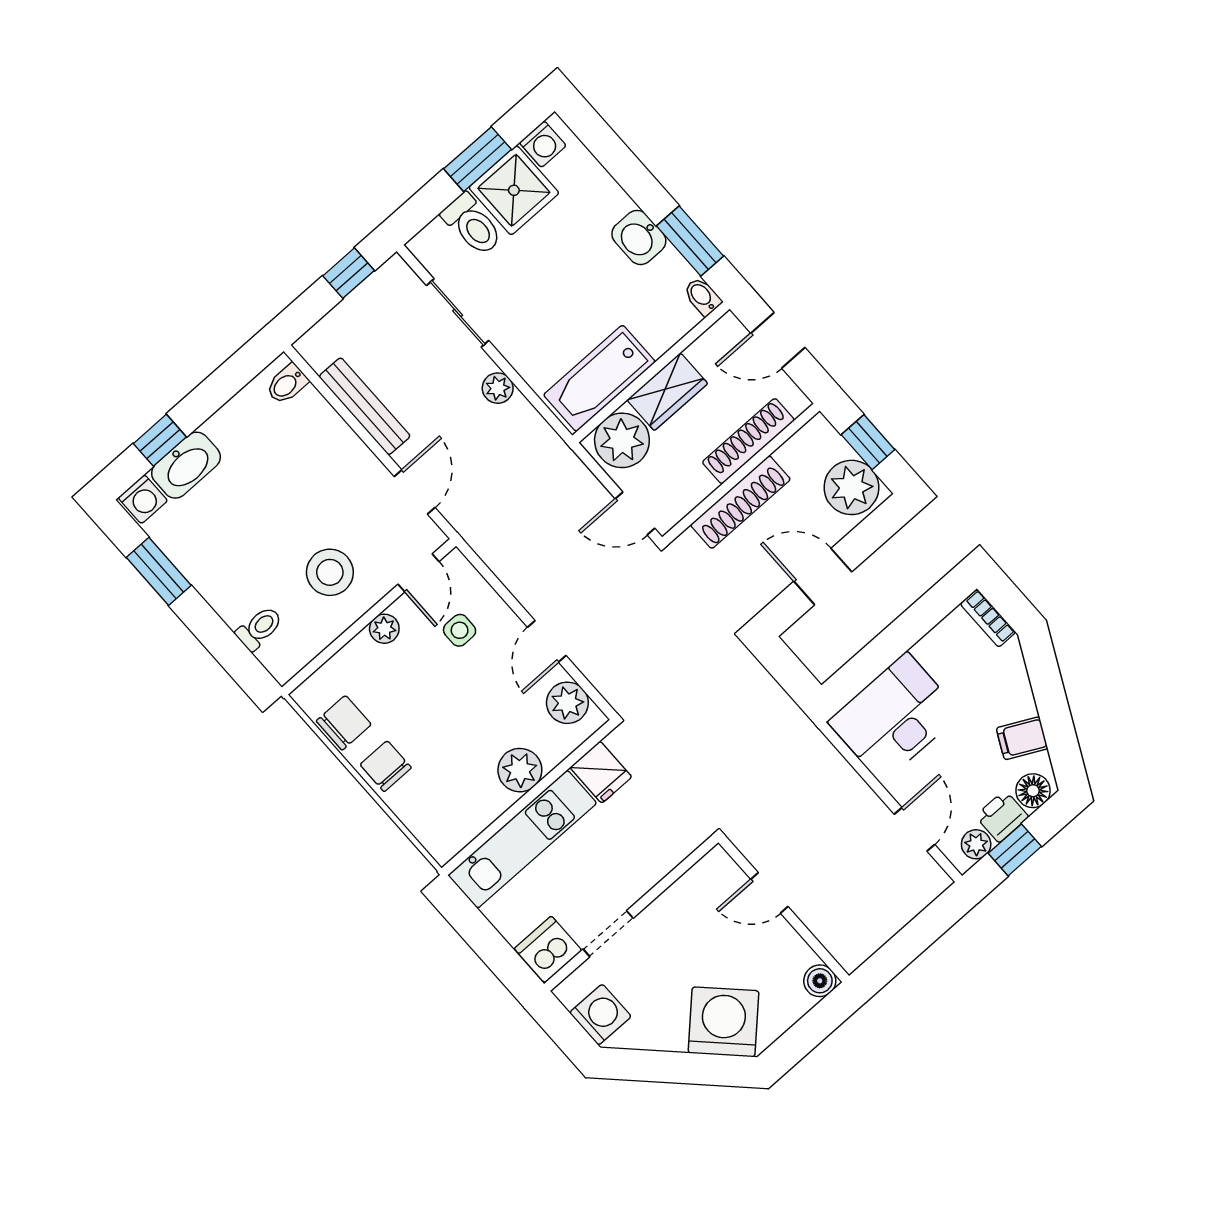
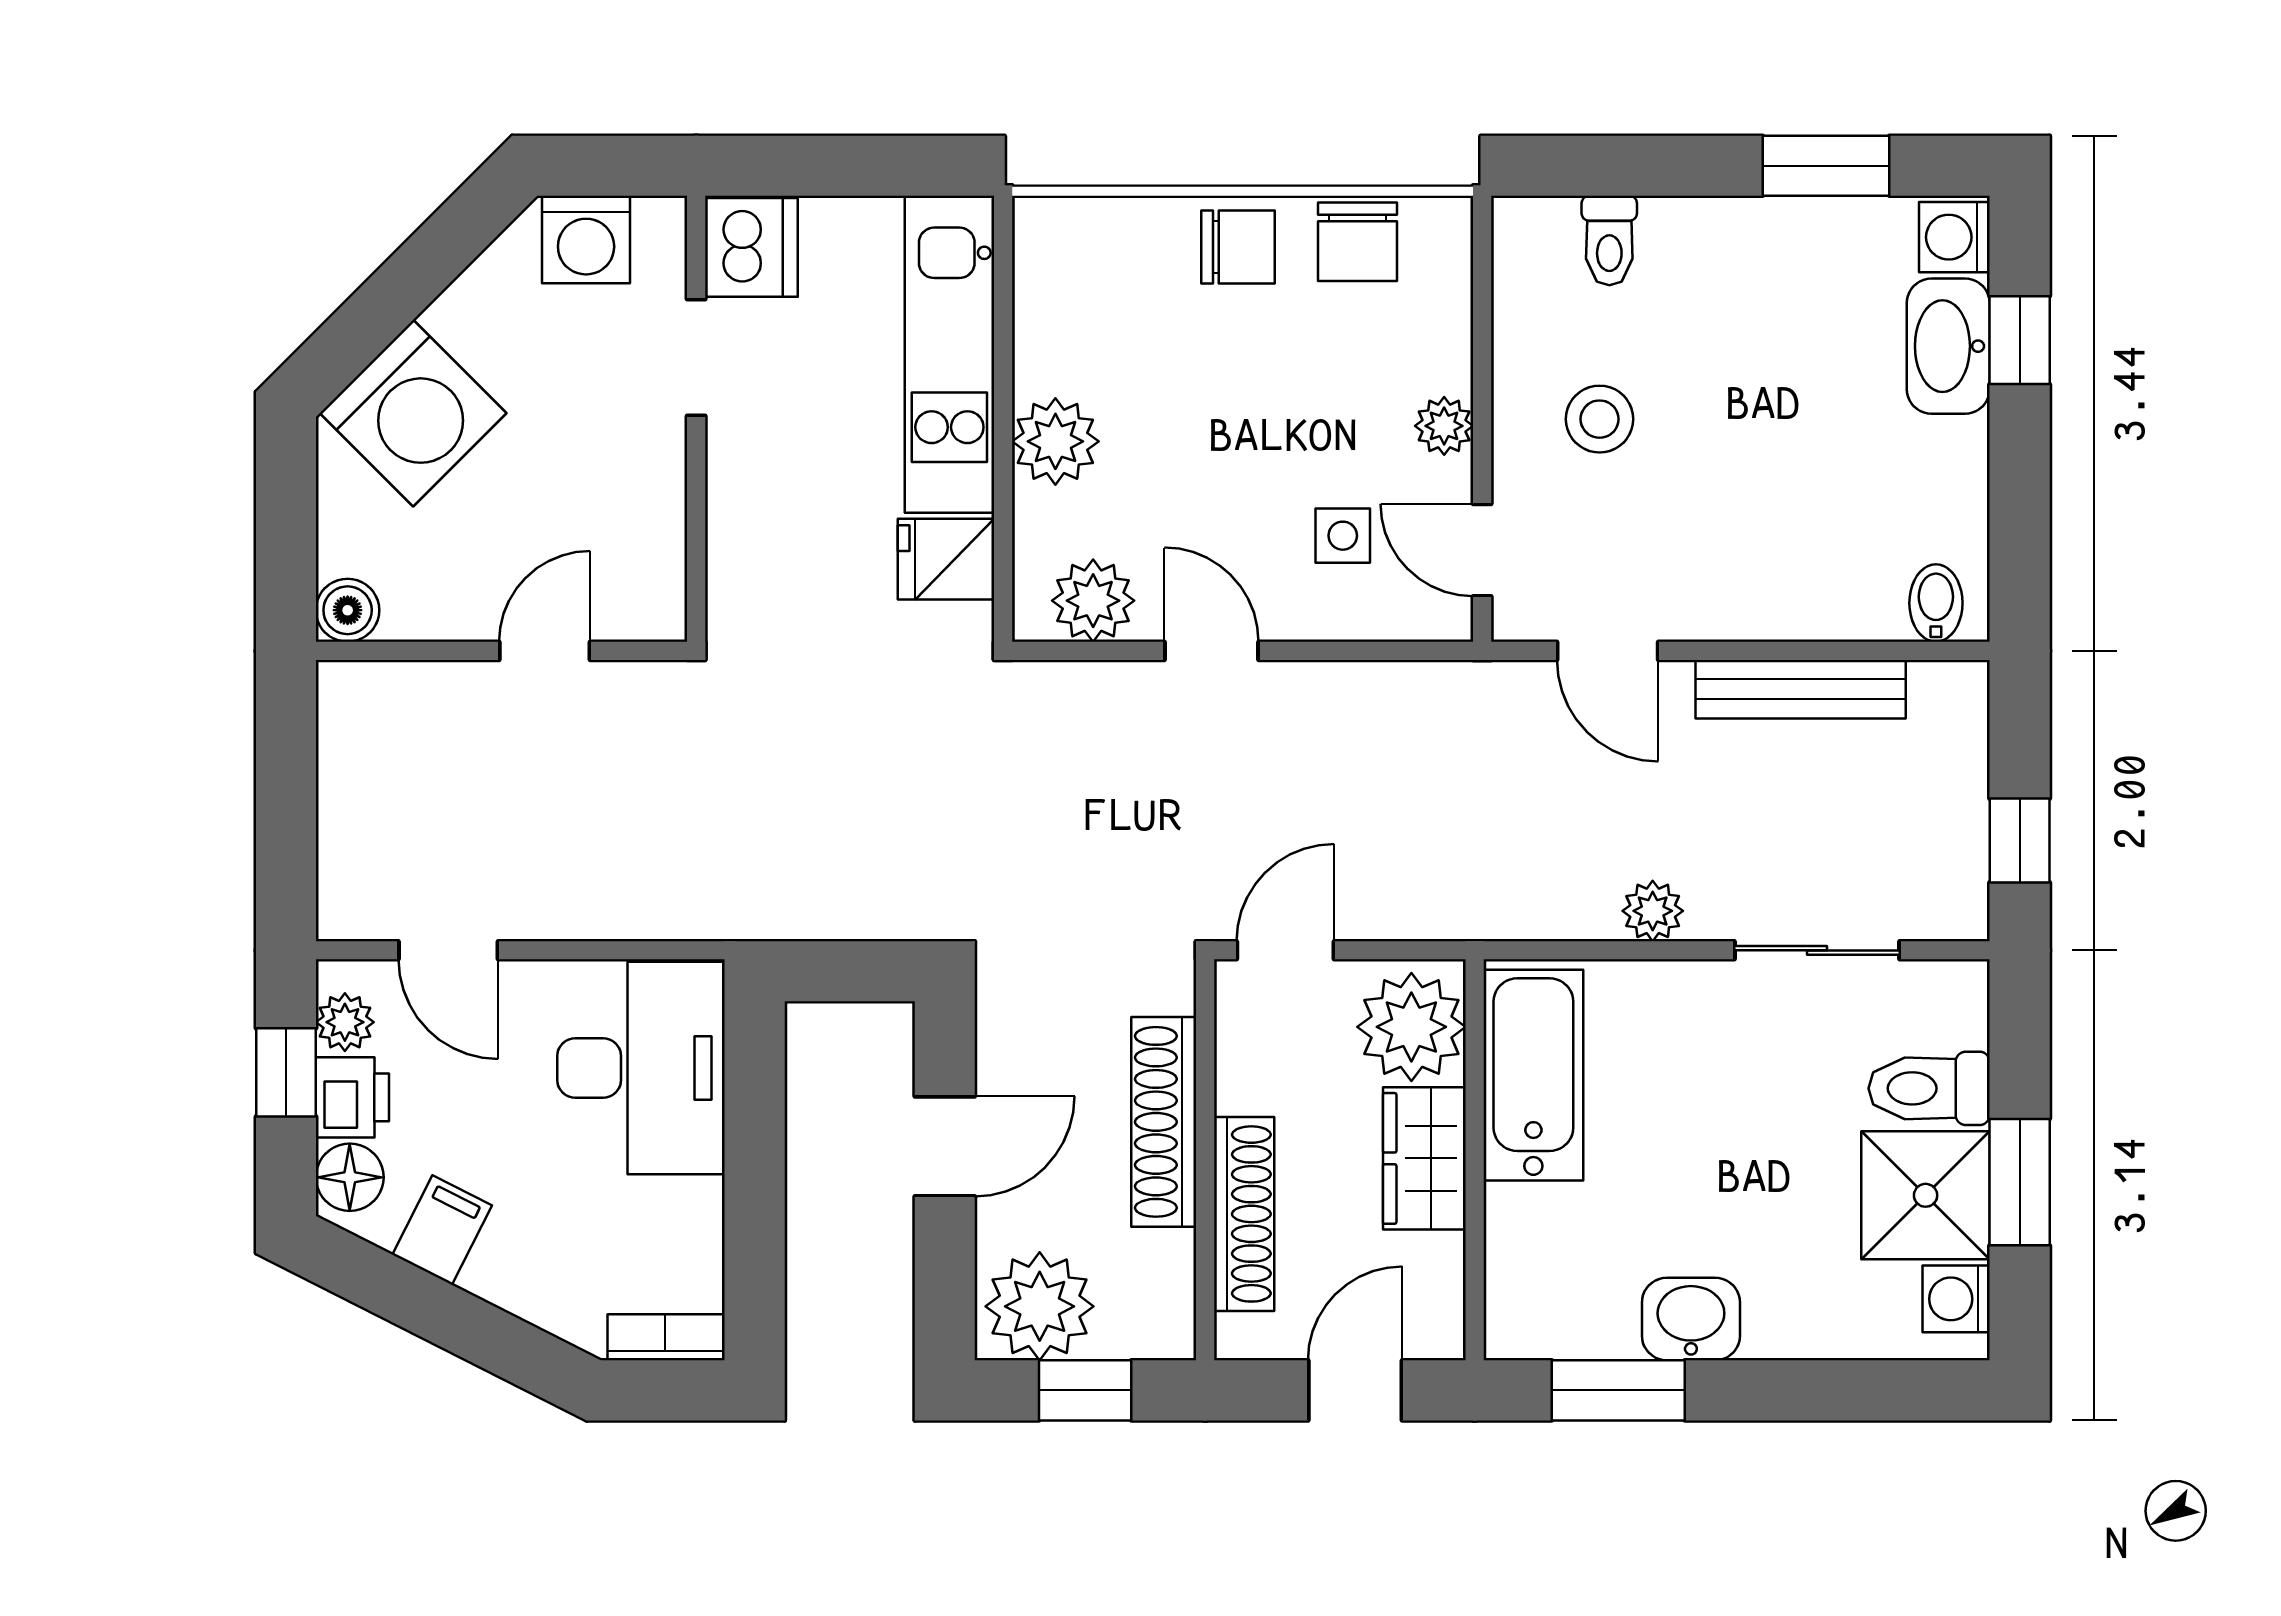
bidet: (702, 296) -> (1520, 1336), removed
stool: (330, 572) -> (1600, 419), width x0.73, depth x0.73

